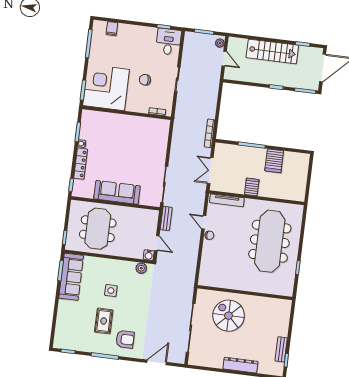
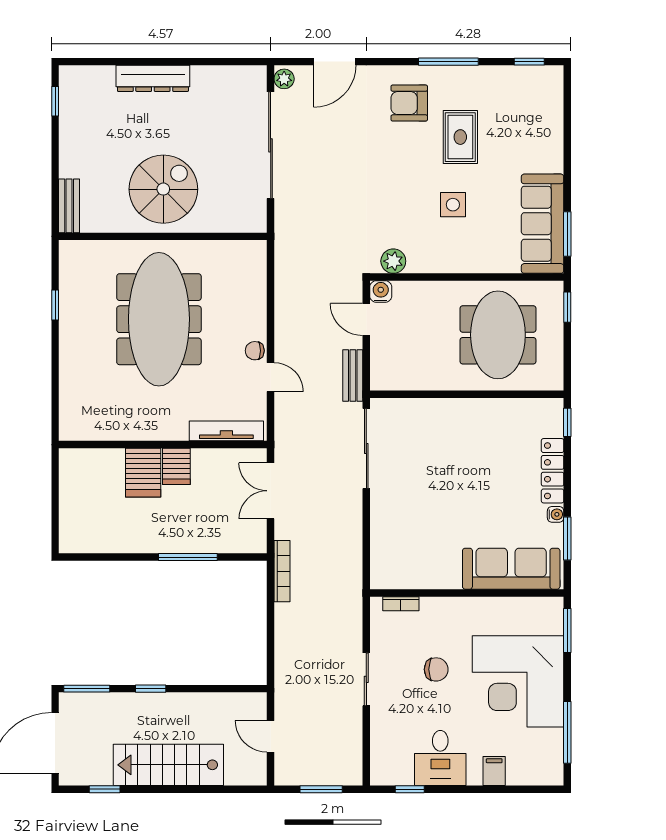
filing cabinet: (112, 29) -> (494, 771), moved
desk: (168, 42) -> (440, 758), moved
plant: (220, 43) -> (284, 79), moved
corner desk: (106, 87) -> (518, 681), moved, turned 90
server rack: (274, 161) -> (143, 473), moved, turned 180
double door: (210, 171) -> (271, 491), swing flipped
sofa: (117, 192) -> (511, 569), moved, turned 180
meeting table: (270, 241) -> (159, 319), moved
spiral stairs: (229, 316) -> (163, 189), moved, turned -90
bench: (281, 349) -> (69, 206), moved

